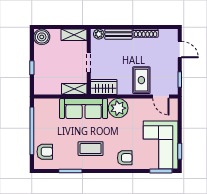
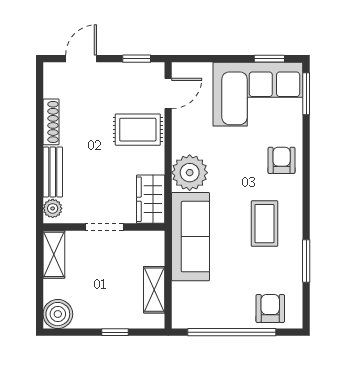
shelving: (74, 89) -> (154, 290), moved

